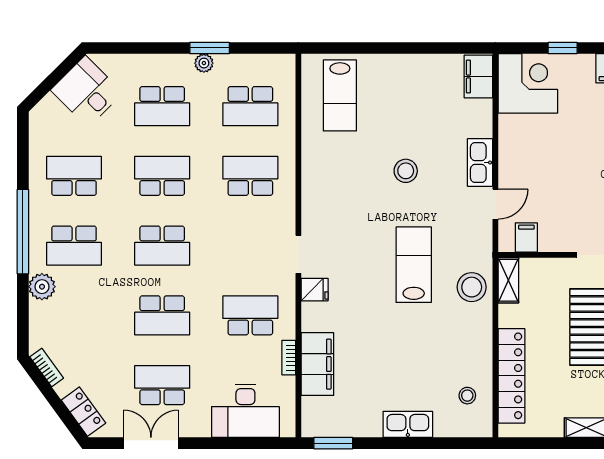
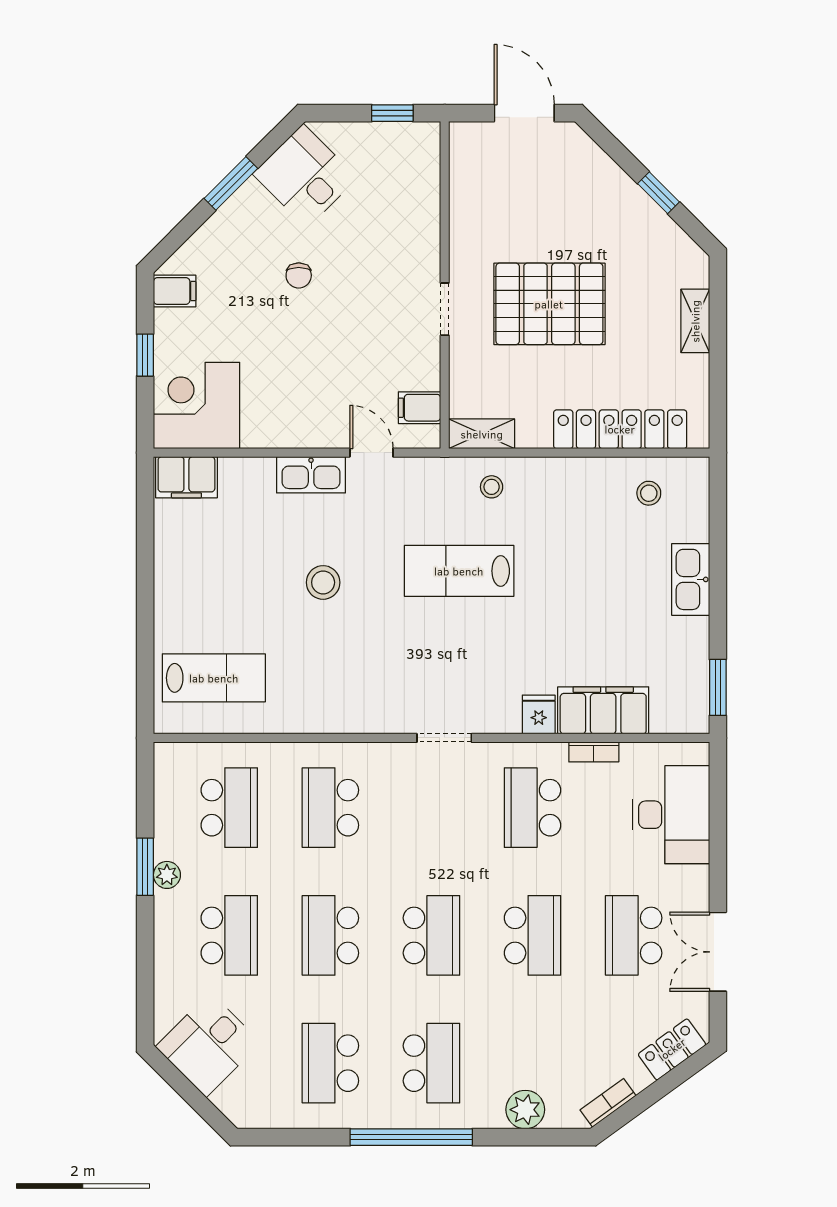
plant: (42, 287) -> (525, 1110), moved
stool: (472, 287) -> (492, 487), width x0.53, depth x0.53
fridge: (315, 290) -> (539, 715), moved

